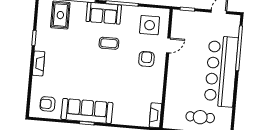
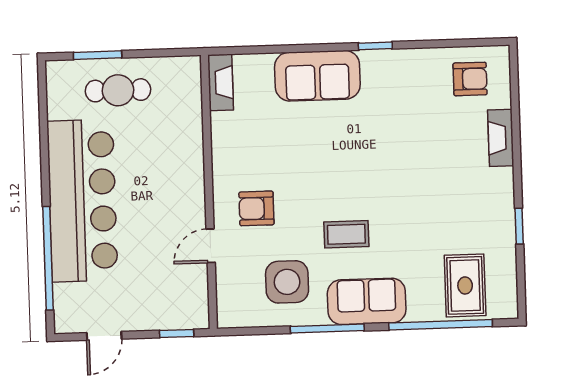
side table: (150, 25) -> (287, 282), moved
armchair: (146, 59) -> (256, 208), turned 90
fireplace: (39, 63) -> (501, 138), moved
sofa: (87, 111) -> (317, 76), moved, width x0.73

